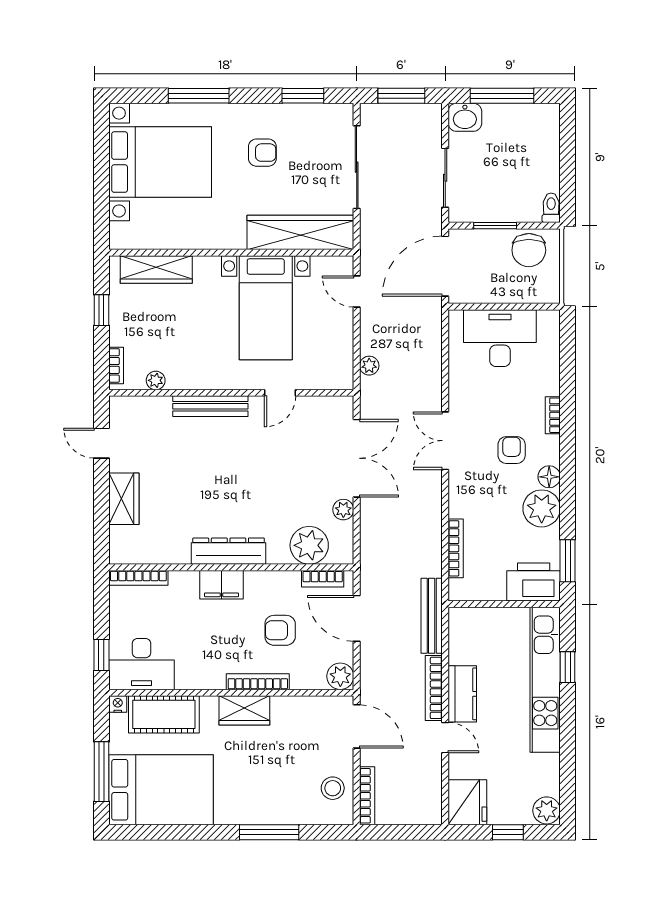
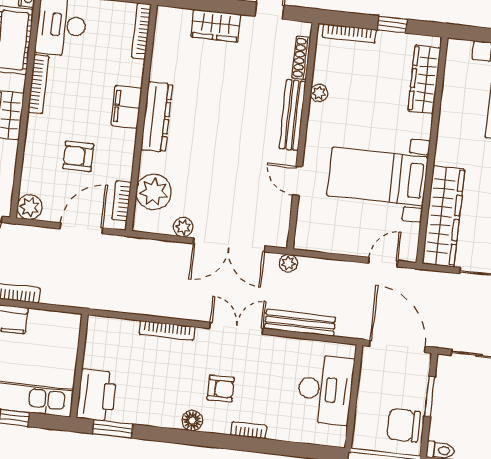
bookcase: (116, 365) -> (349, 33), width x1.56
plant: (369, 366) -> (288, 263), moved
plant: (156, 380) -> (319, 93), moved
shoe rack: (148, 403) -> (301, 58), added
plant: (542, 508) -> (164, 410), removed
bookcase: (456, 548) -> (167, 330), moved
bench: (432, 616) -> (300, 323), moved
armchair: (280, 630) -> (78, 156), turned -90
bookcase: (258, 682) -> (38, 84), moved

